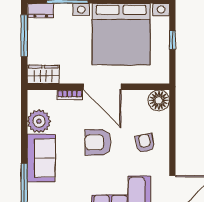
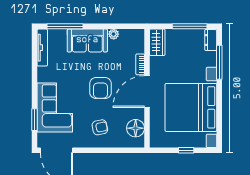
floor lamp: (159, 100) -> (136, 128), moved
plant: (39, 121) -> (114, 34), width x0.53, depth x0.53
armchair: (98, 142) -> (101, 88), turned 180

